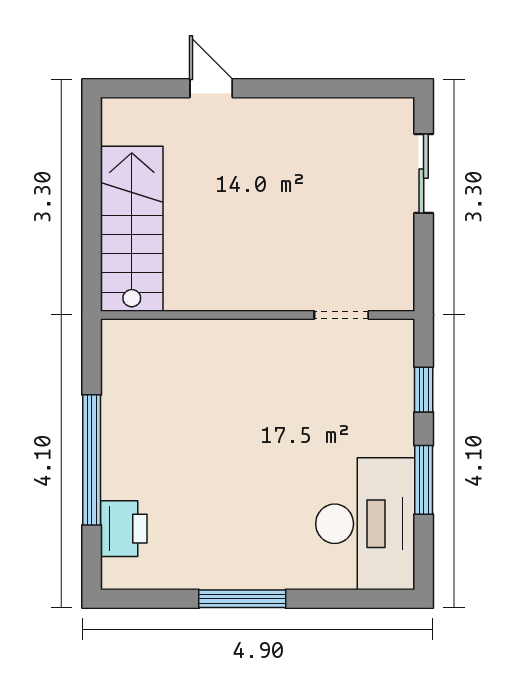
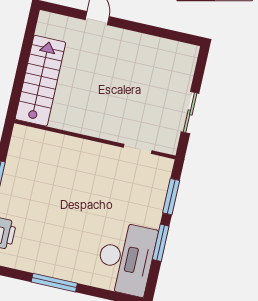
sliding door: (424, 174) -> (190, 112), moved
window: (424, 390) -> (171, 197), width x1.50

